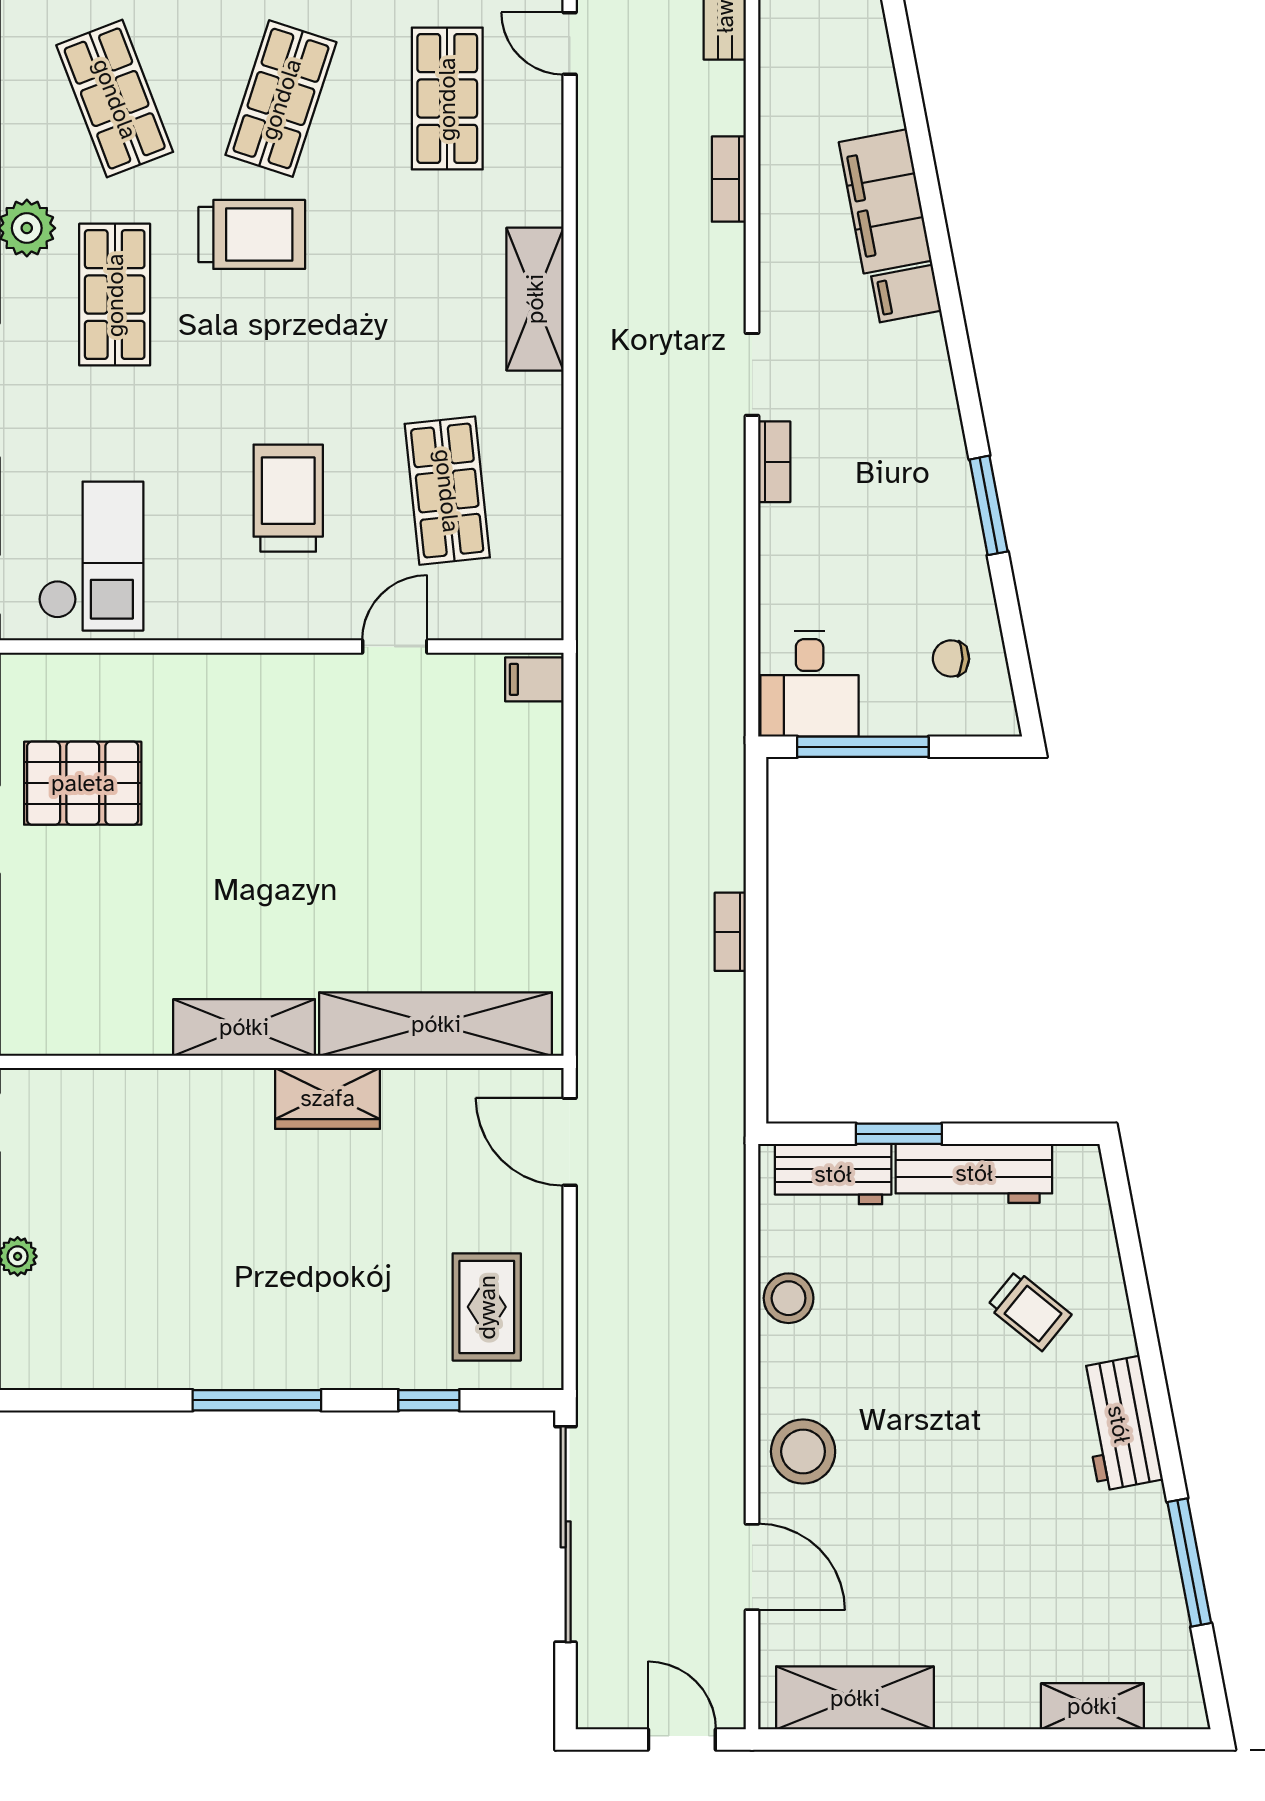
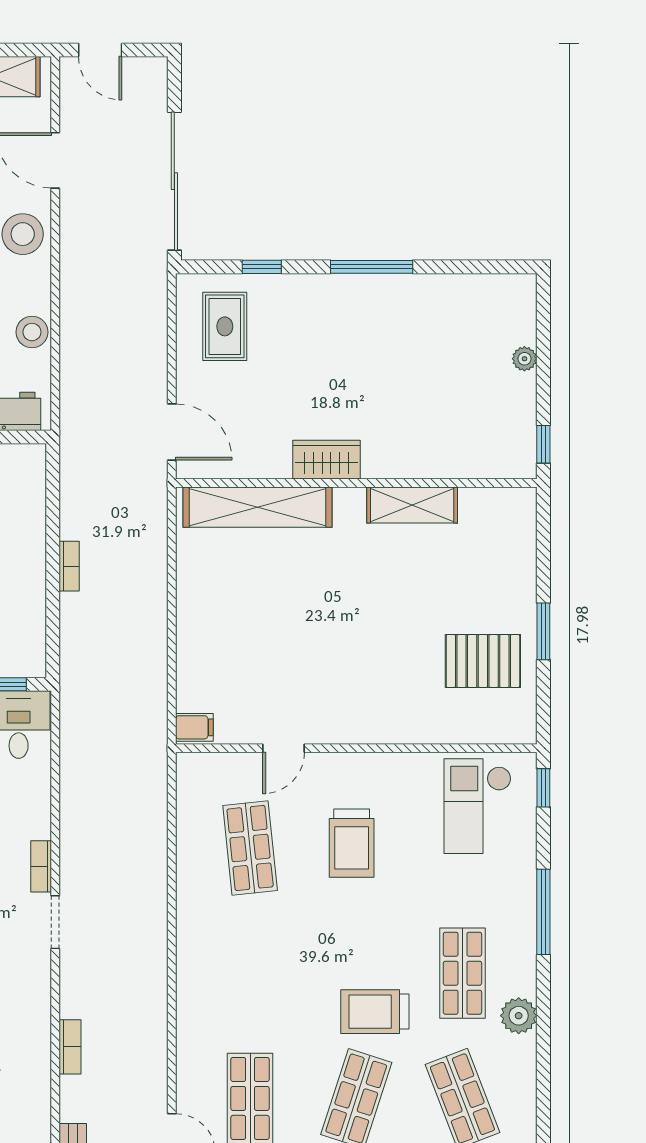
shelving: (535, 299) -> (194, 970), removed
shelving: (244, 1027) -> (412, 505), moved

